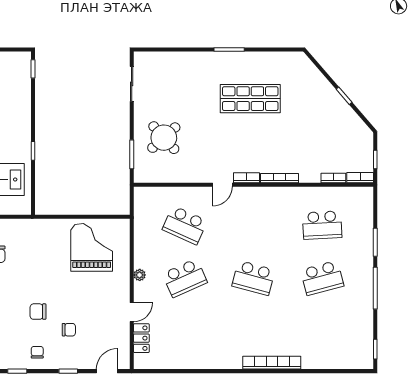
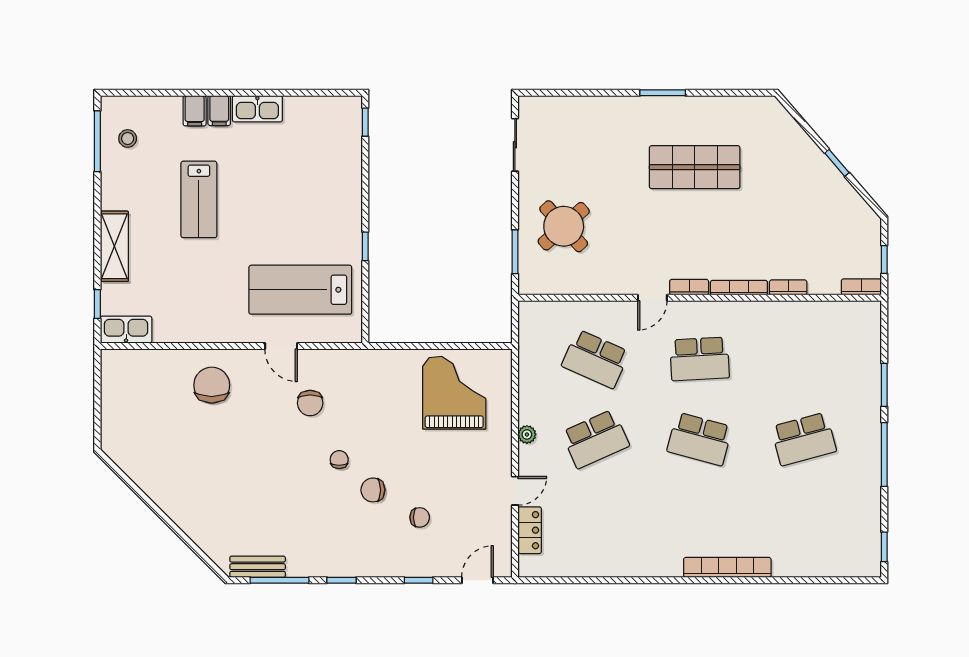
bookcase: (333, 178) -> (788, 287), moved
school desk: (322, 225) -> (700, 359), moved
chair: (37, 352) -> (339, 460), moved

